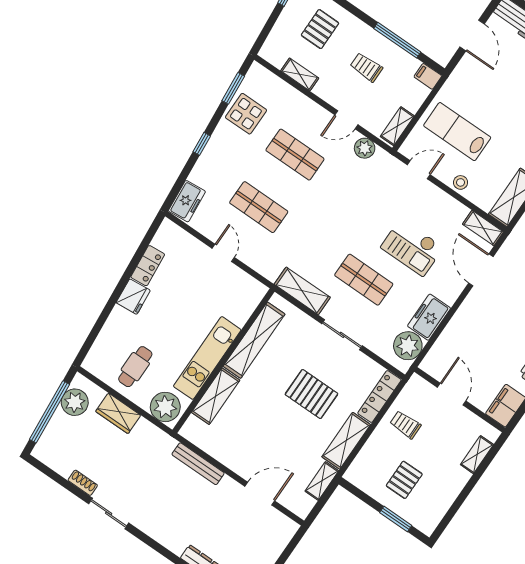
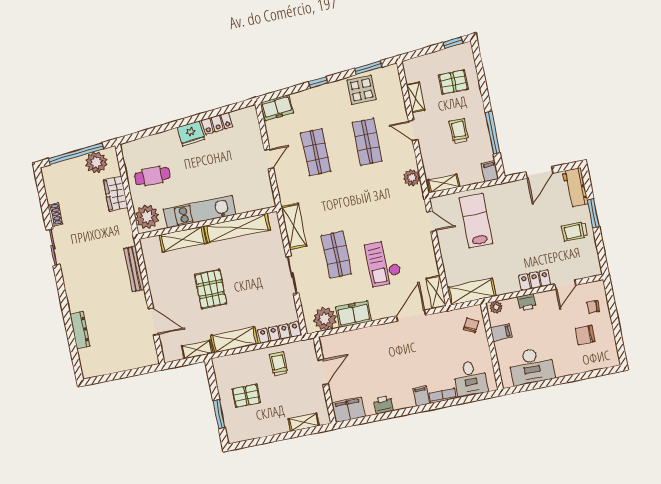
door: (346, 120) -> (413, 130), moved
stool: (461, 182) -> (449, 253), removed
pallet: (311, 394) -> (211, 289), moved

